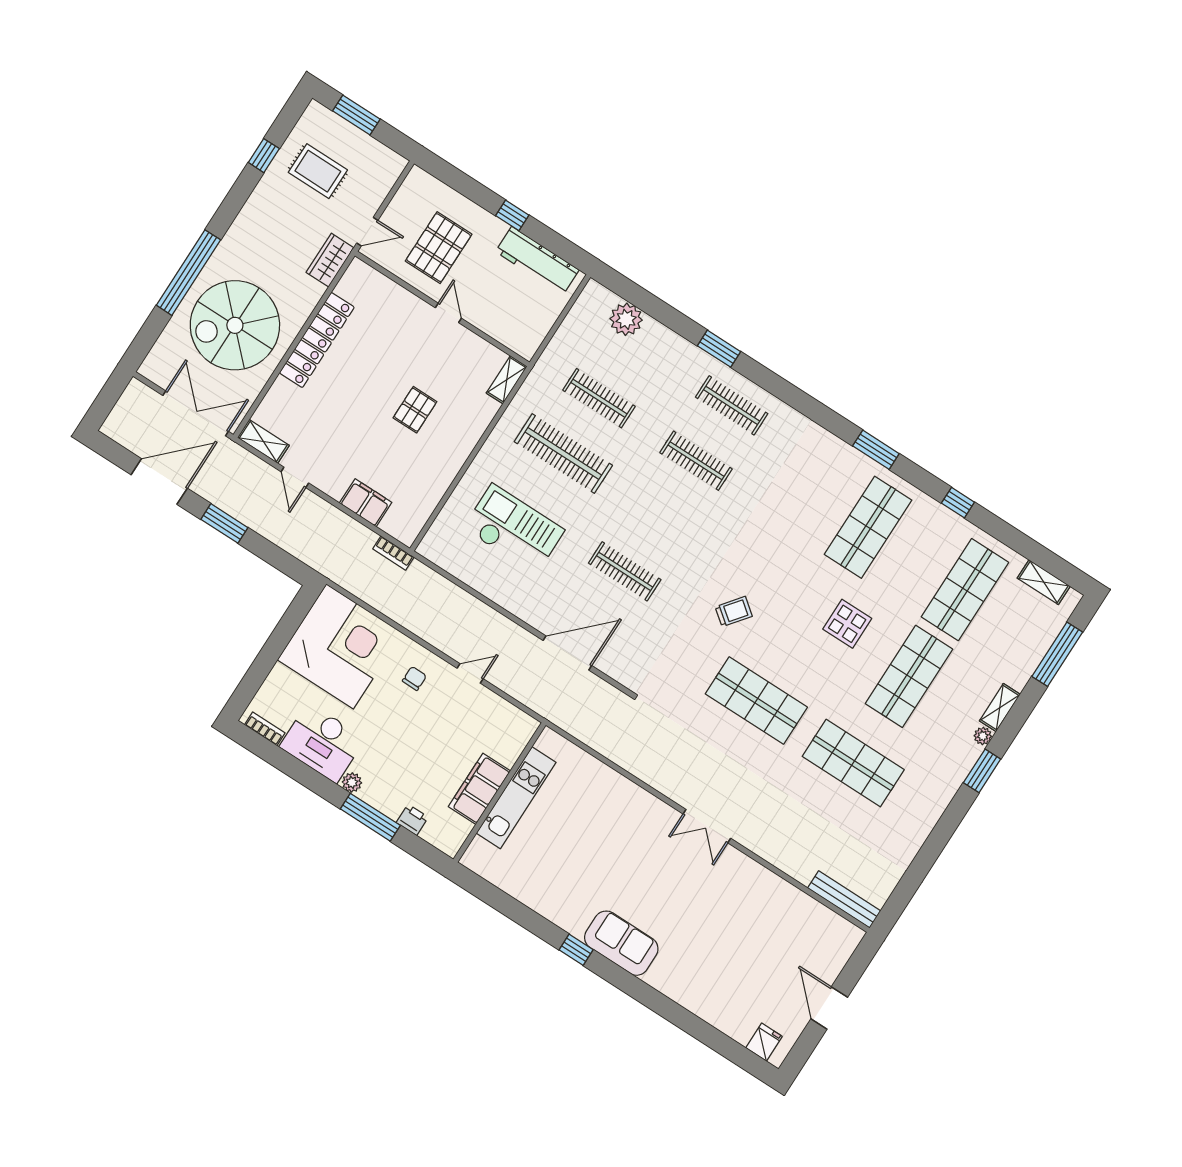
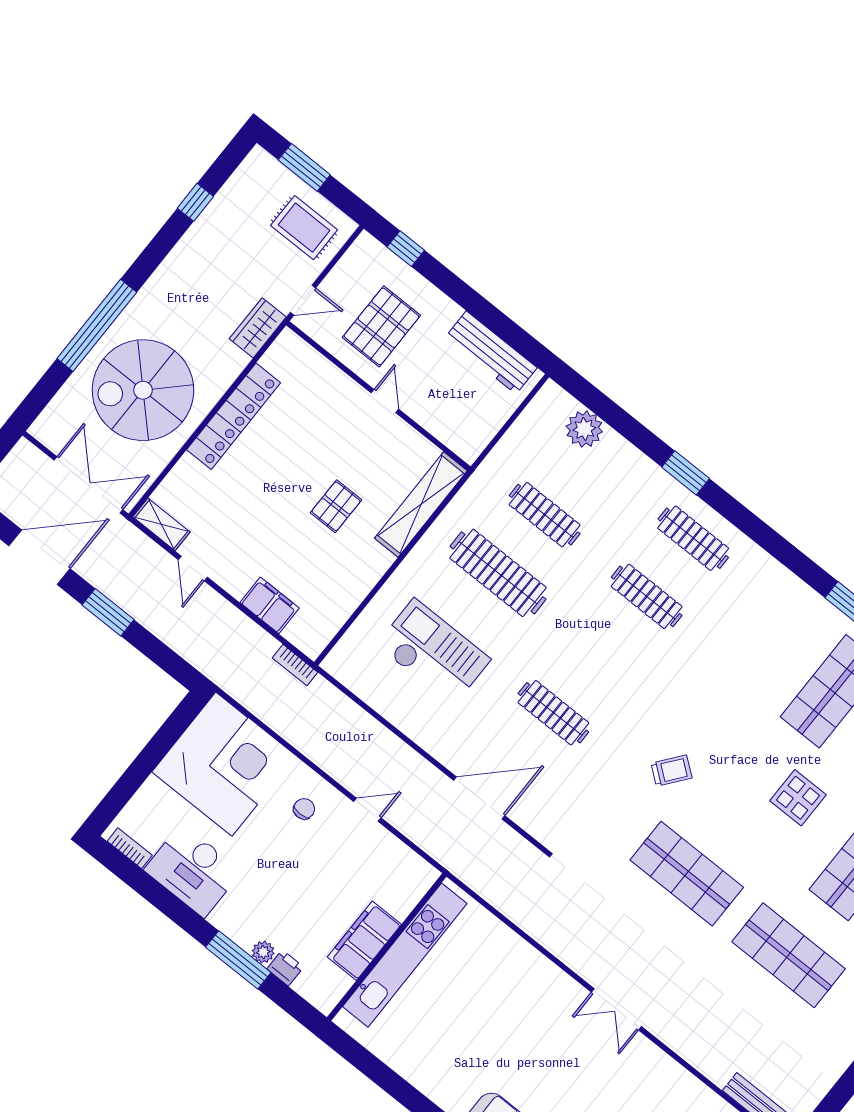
rug: (318, 171) -> (304, 228), moved
window: (512, 215) -> (406, 249), moved
shelving: (507, 380) -> (421, 504), width x2.20, depth x1.33
plant: (352, 782) -> (263, 952), moved
kitchen unit: (516, 798) -> (405, 955), width x1.36

